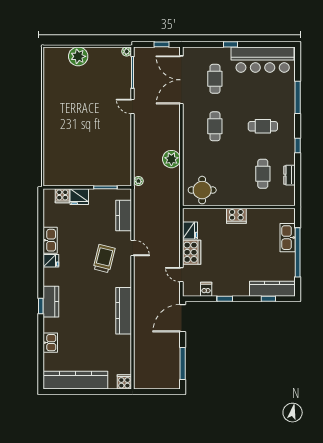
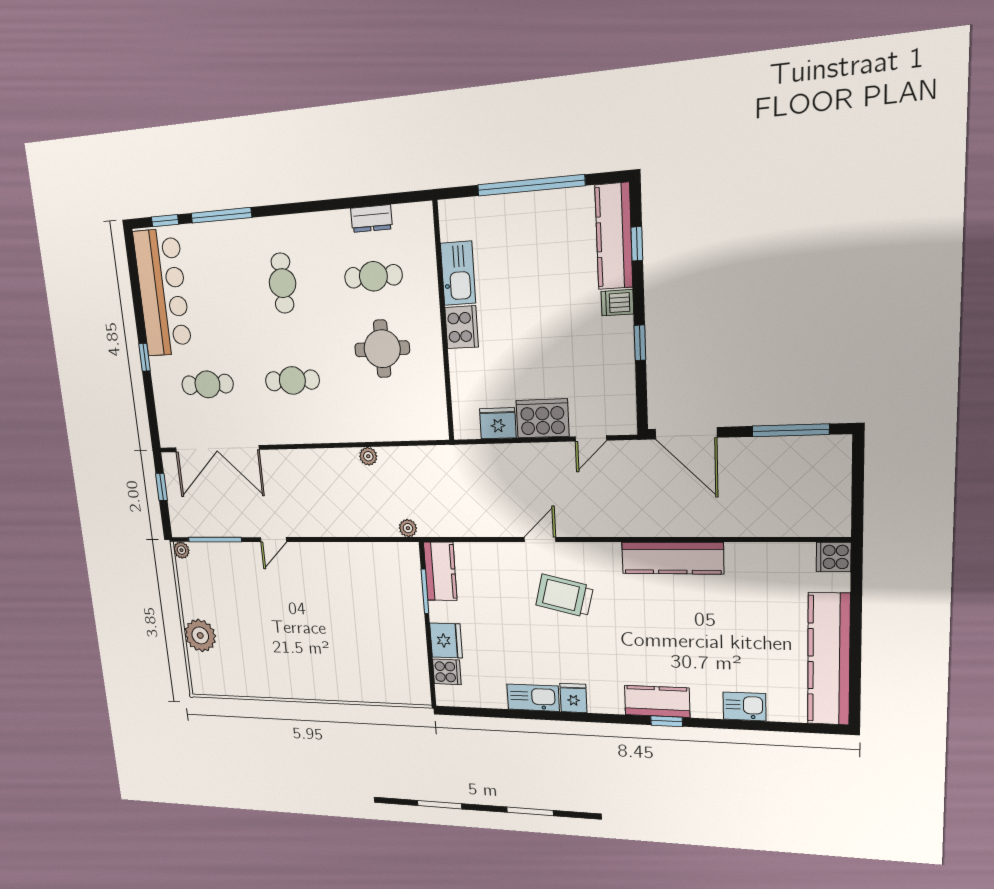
window: (298, 146) -> (165, 221), moved
plant: (171, 159) -> (368, 456), width x0.53, depth x0.53
round table: (202, 190) -> (382, 349), moved
kitchen counter: (124, 215) -> (440, 571), moved, turned -90
kitchen sink: (288, 238) -> (458, 273), moved, turned -90
dishwasher: (206, 289) -> (617, 303), moved

